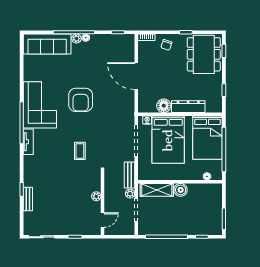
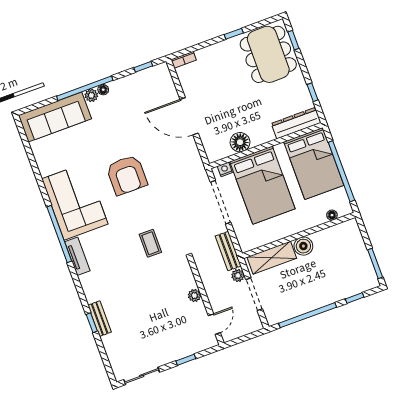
chair: (166, 45) -> (214, 60), removed
dresser: (188, 107) -> (296, 123), moved
bench: (28, 199) -> (100, 319), moved

